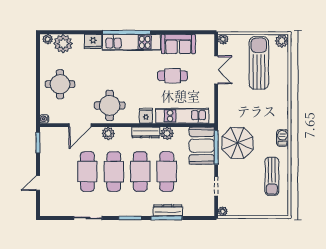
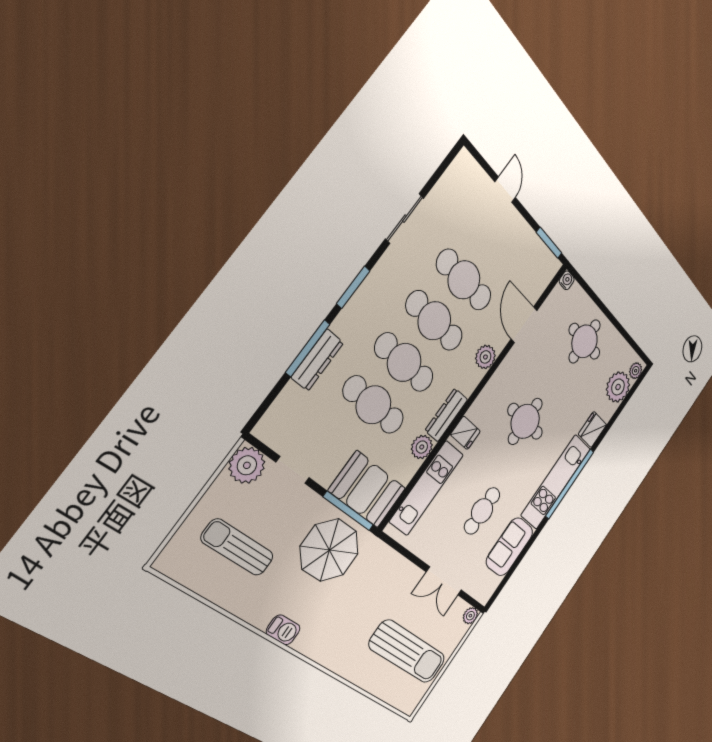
plant: (282, 41) -> (409, 703), removed
round table: (110, 105) -> (525, 421), moved
sun lounger: (272, 176) -> (238, 547), moved
plant: (223, 211) -> (247, 465), width x1.88, depth x1.88

